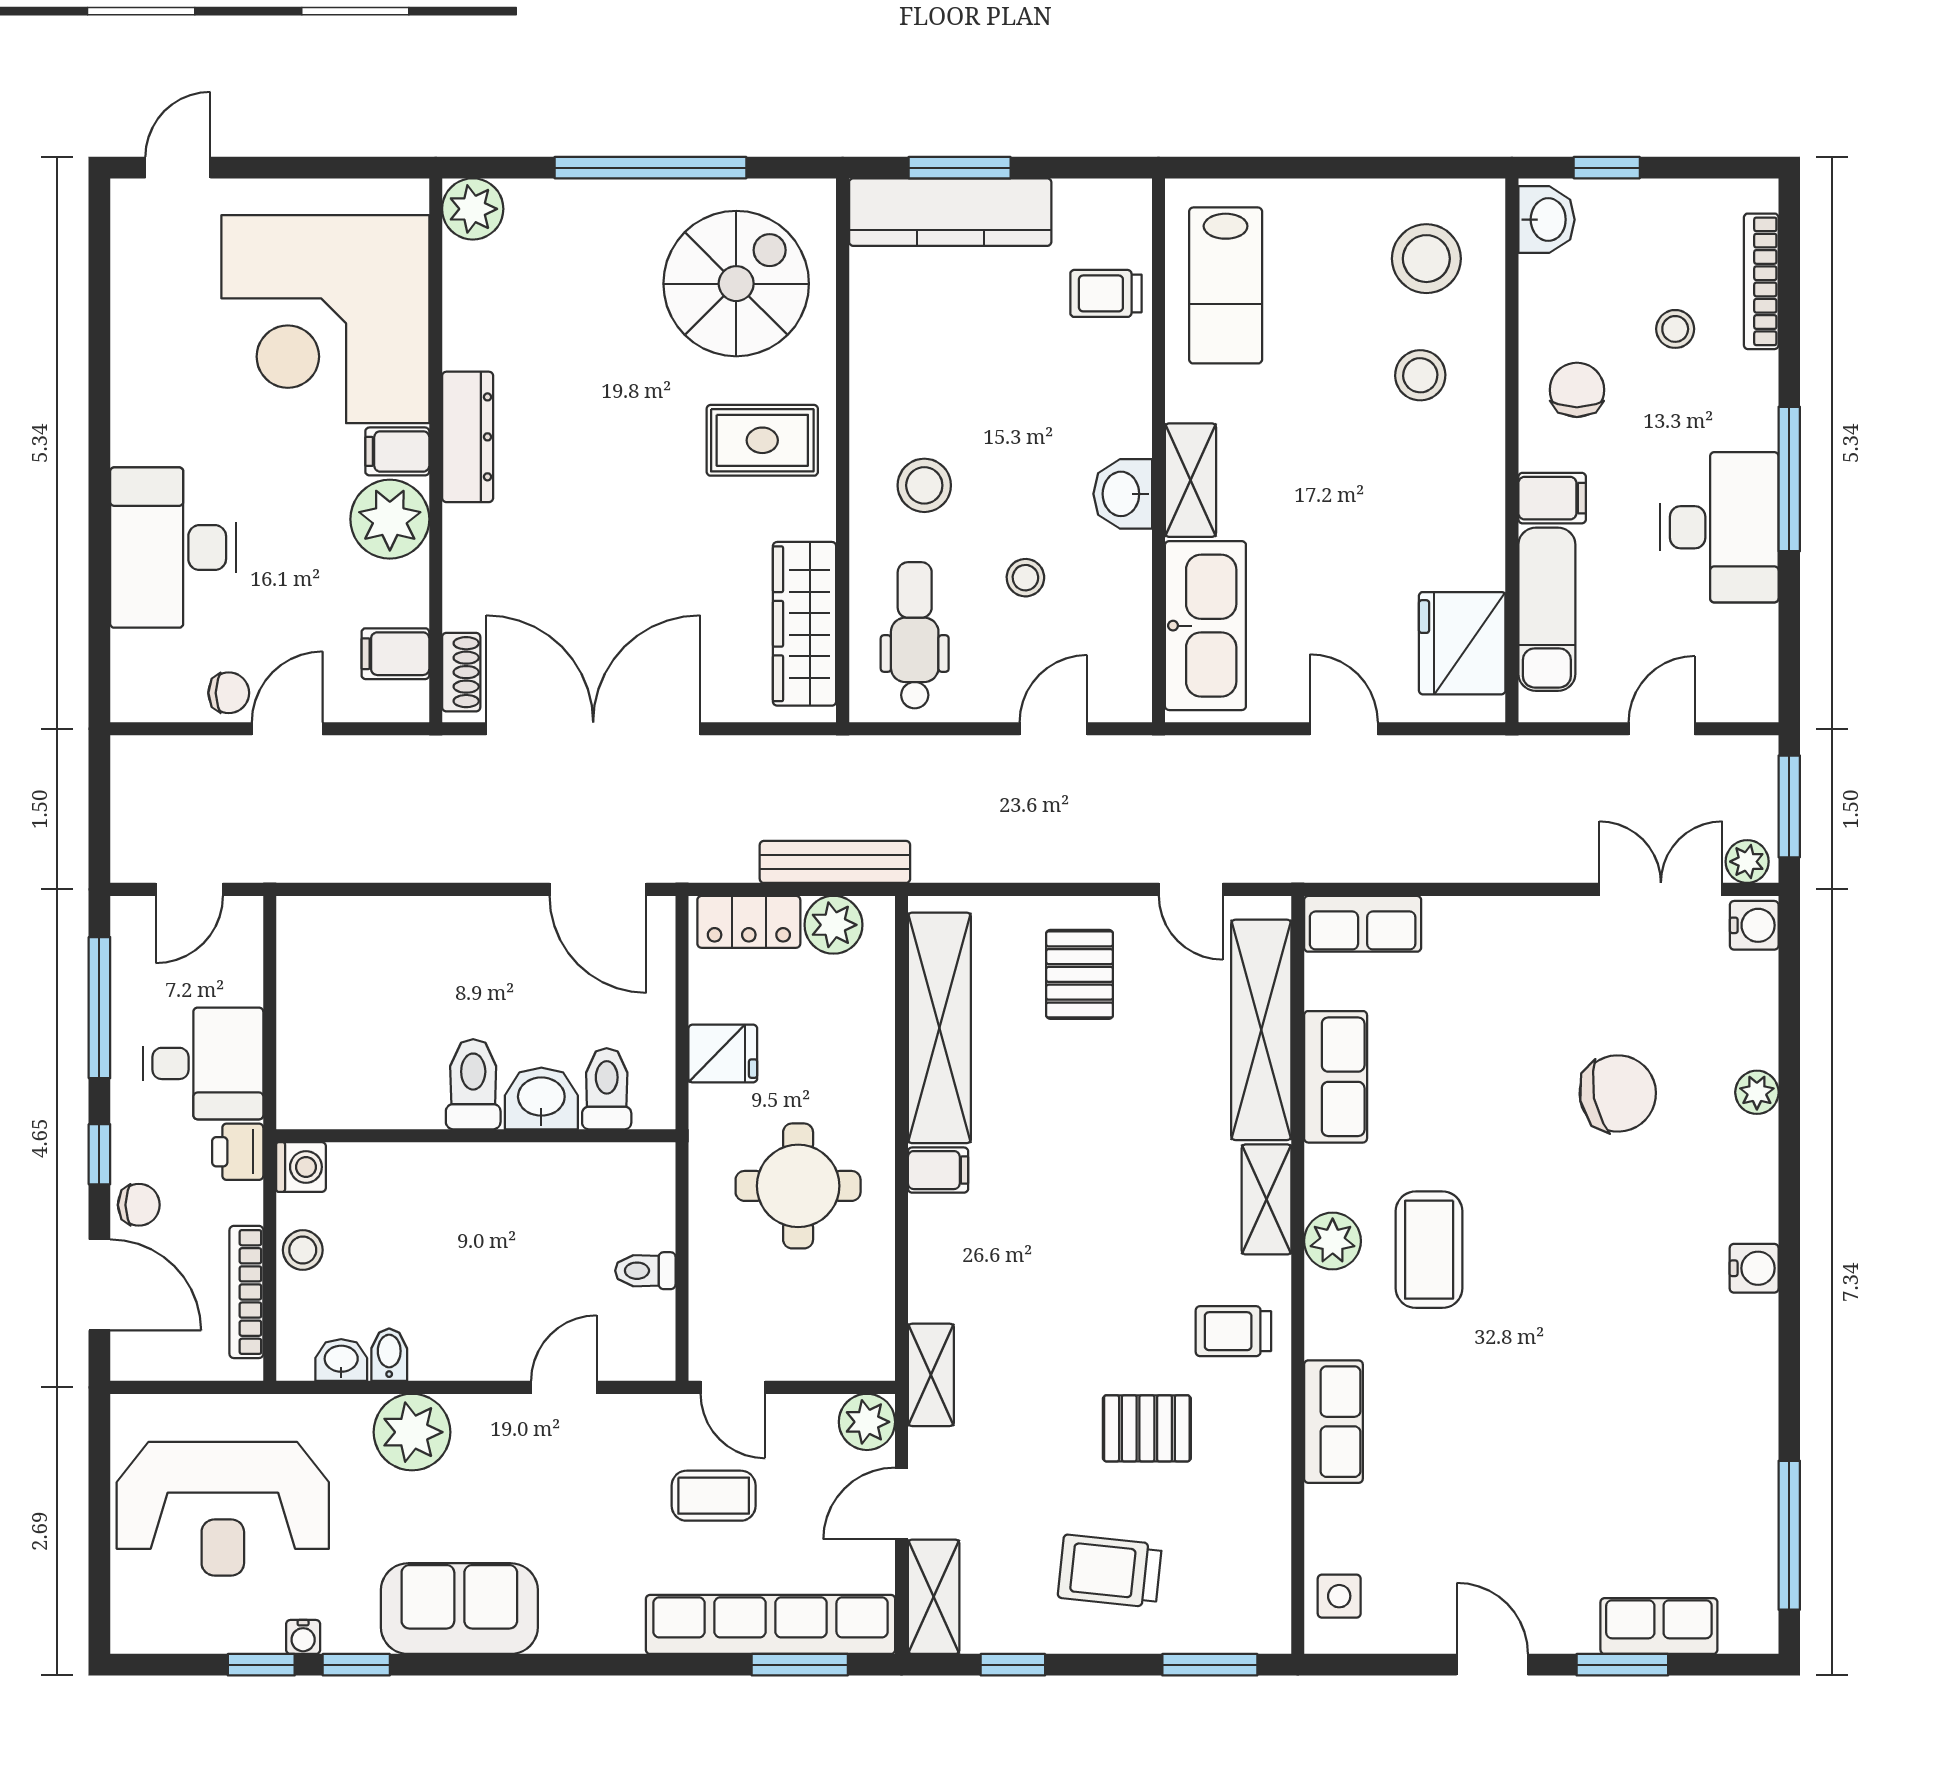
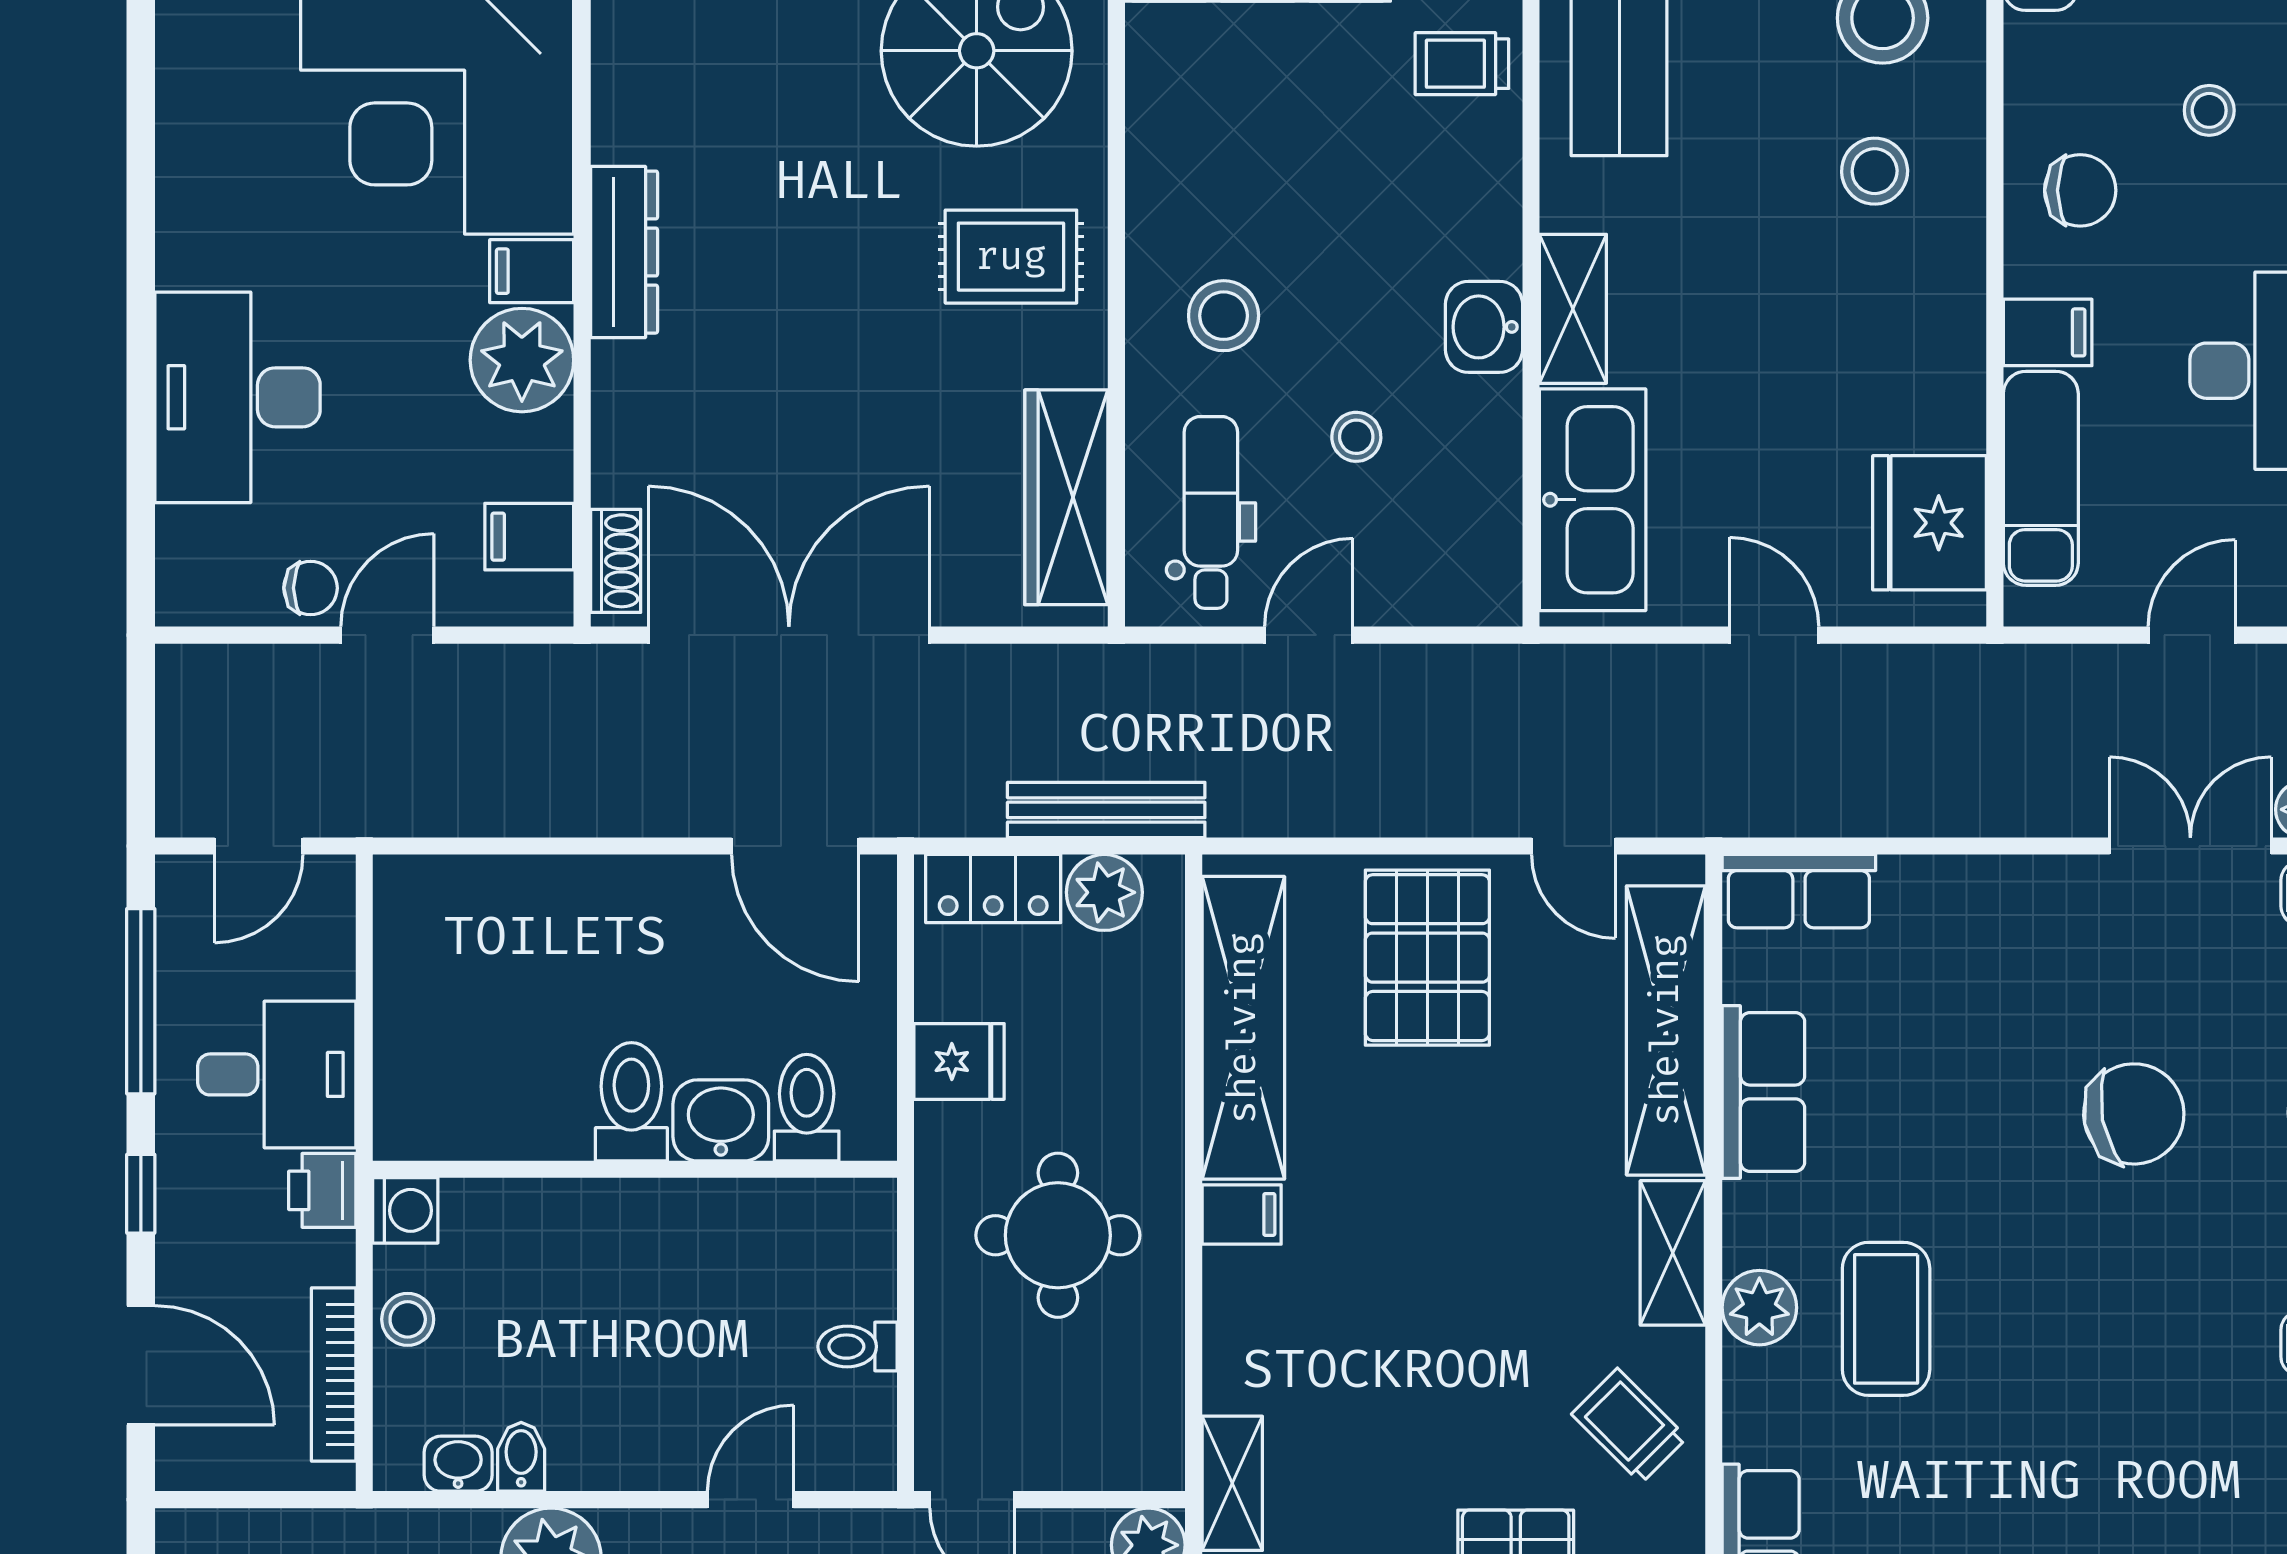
chair: (1577, 390) -> (2080, 190), turned 90
door: (1053, 729) -> (1309, 635), moved
pallet: (1080, 974) -> (1427, 958), width x1.50, depth x1.42
chair: (139, 1205) -> (192, 1260), removed
trolley: (1233, 1331) -> (1629, 1426), turned 45

